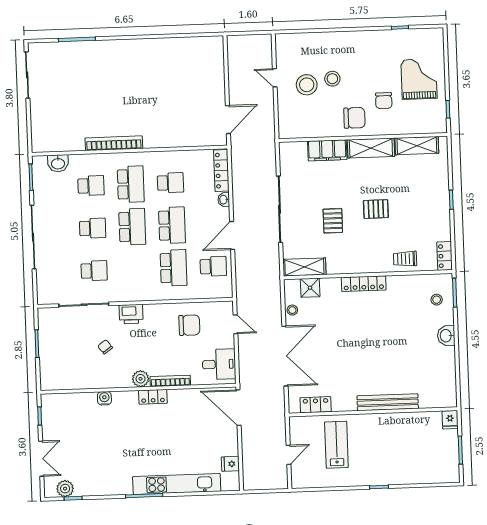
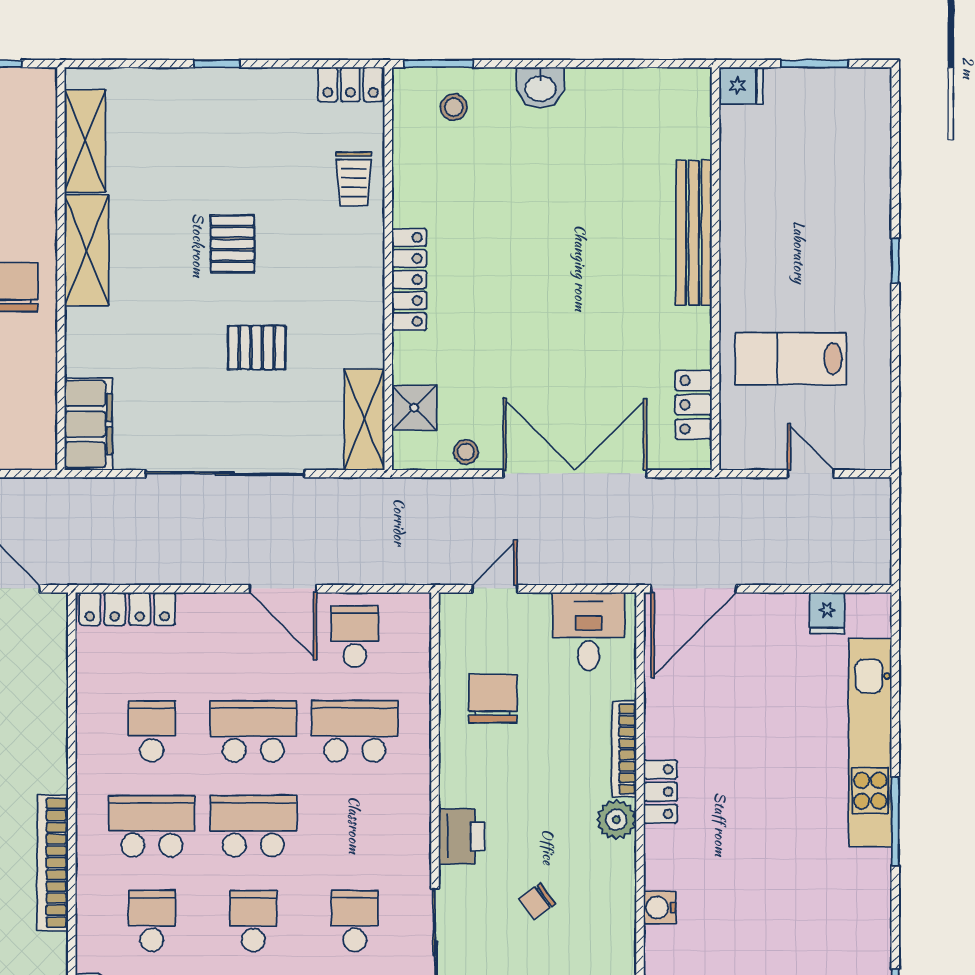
filing cabinet: (327, 150) -> (88, 424), moved
washbasin: (224, 200) -> (197, 606), removed

